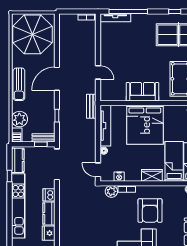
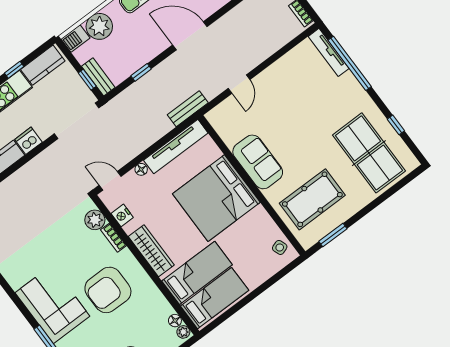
door: (98, 170) -> (110, 181), hinge flipped
wardrobe: (152, 175) -> (151, 251), width x1.50

